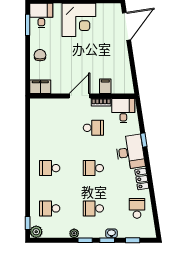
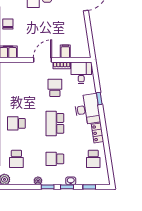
school desk: (93, 128) -> (55, 88), turned -90
school desk: (93, 168) -> (55, 123), width x1.85
school desk: (50, 208) -> (16, 159), turned -90
school desk: (137, 208) -> (93, 159), turned 180

